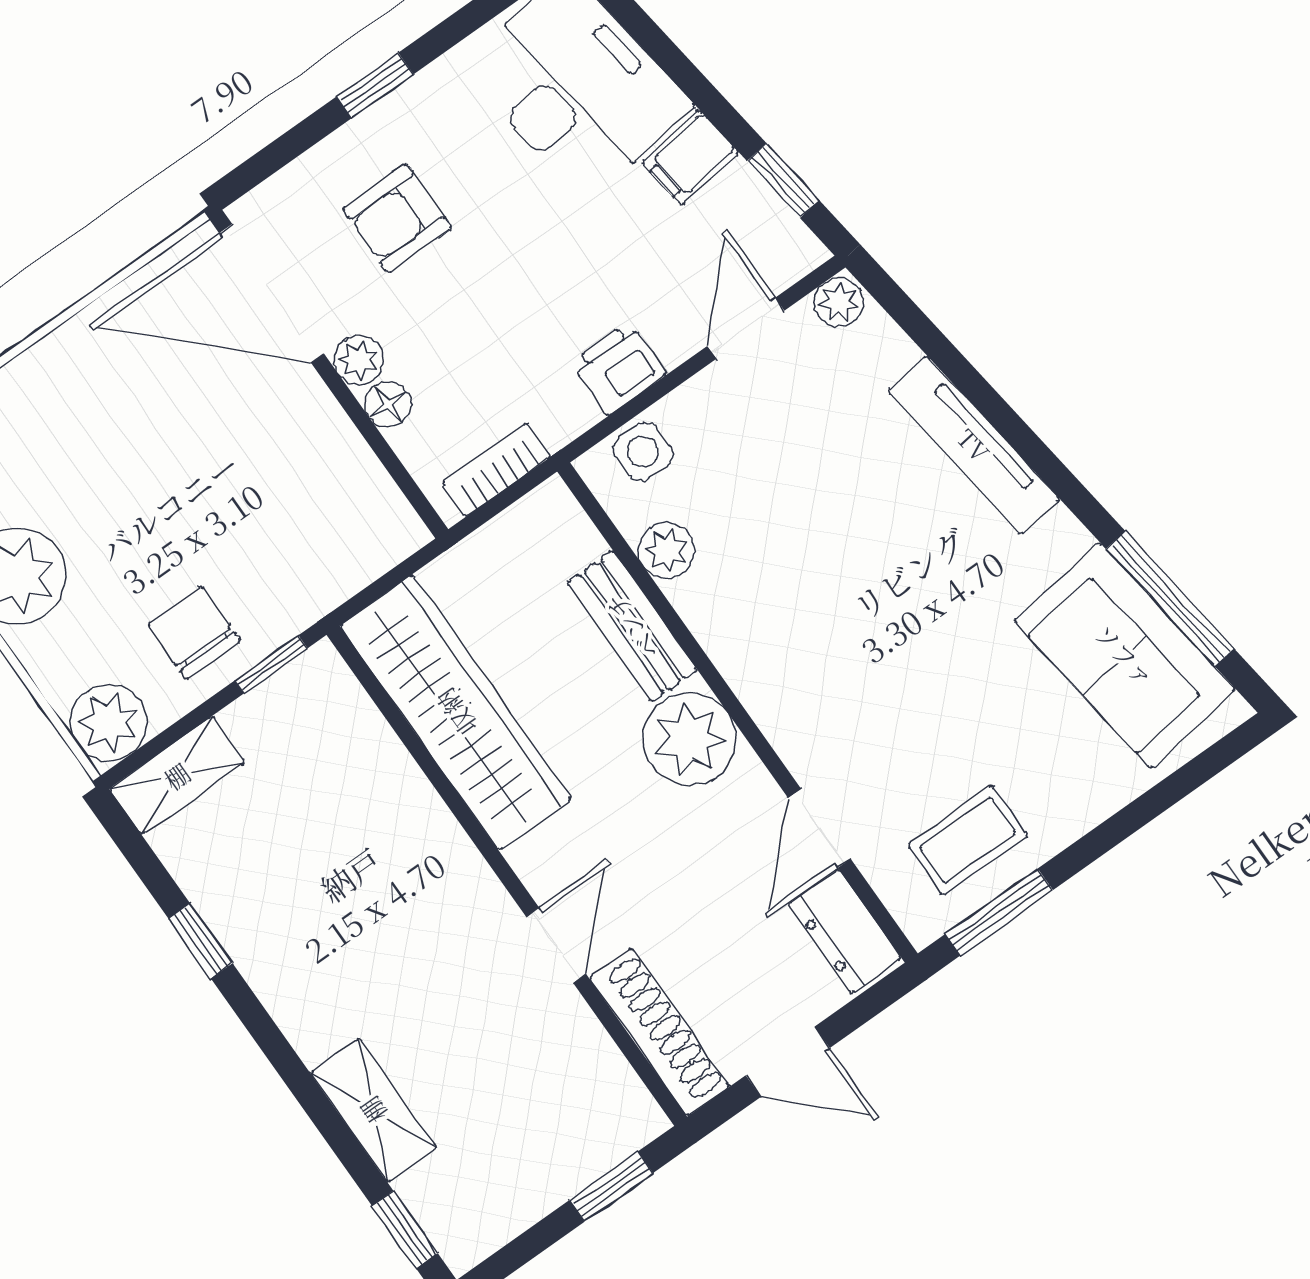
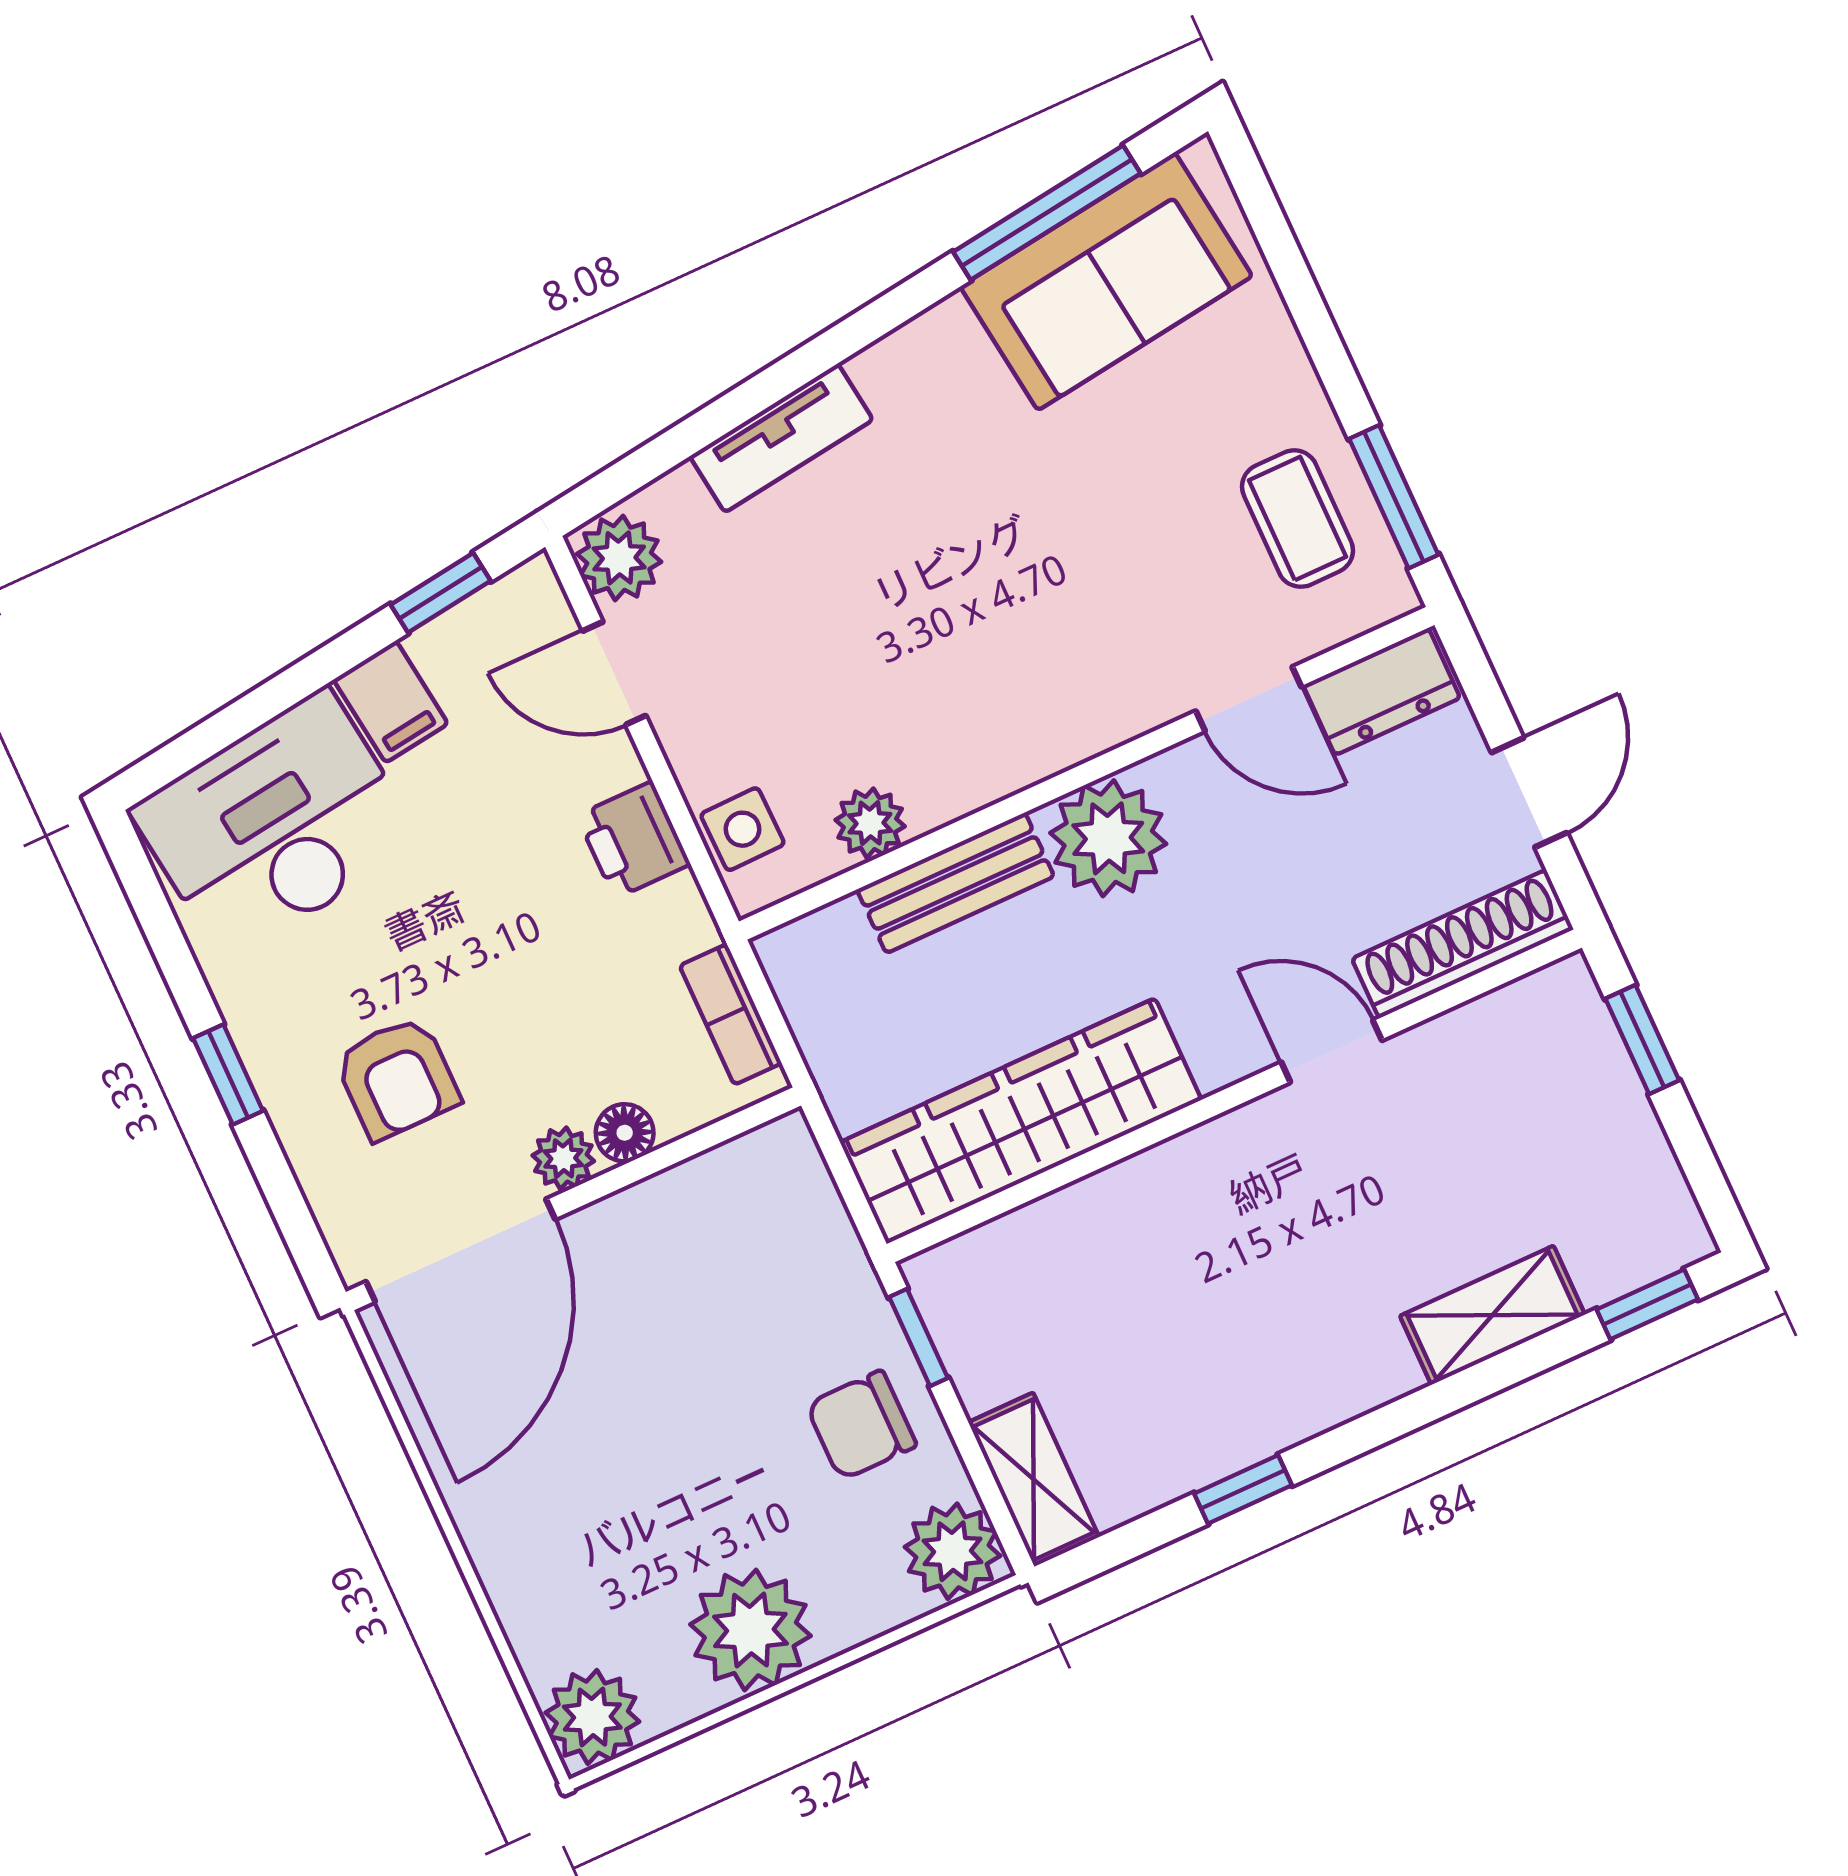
plant: (839, 302) -> (619, 558), width x1.38, depth x1.38
tv unit: (974, 445) -> (781, 438), width x0.71

